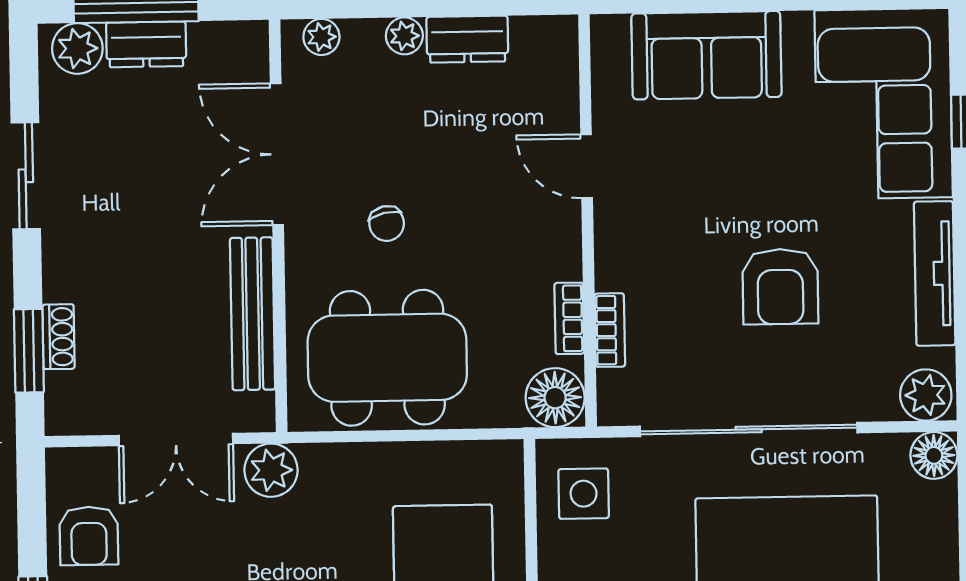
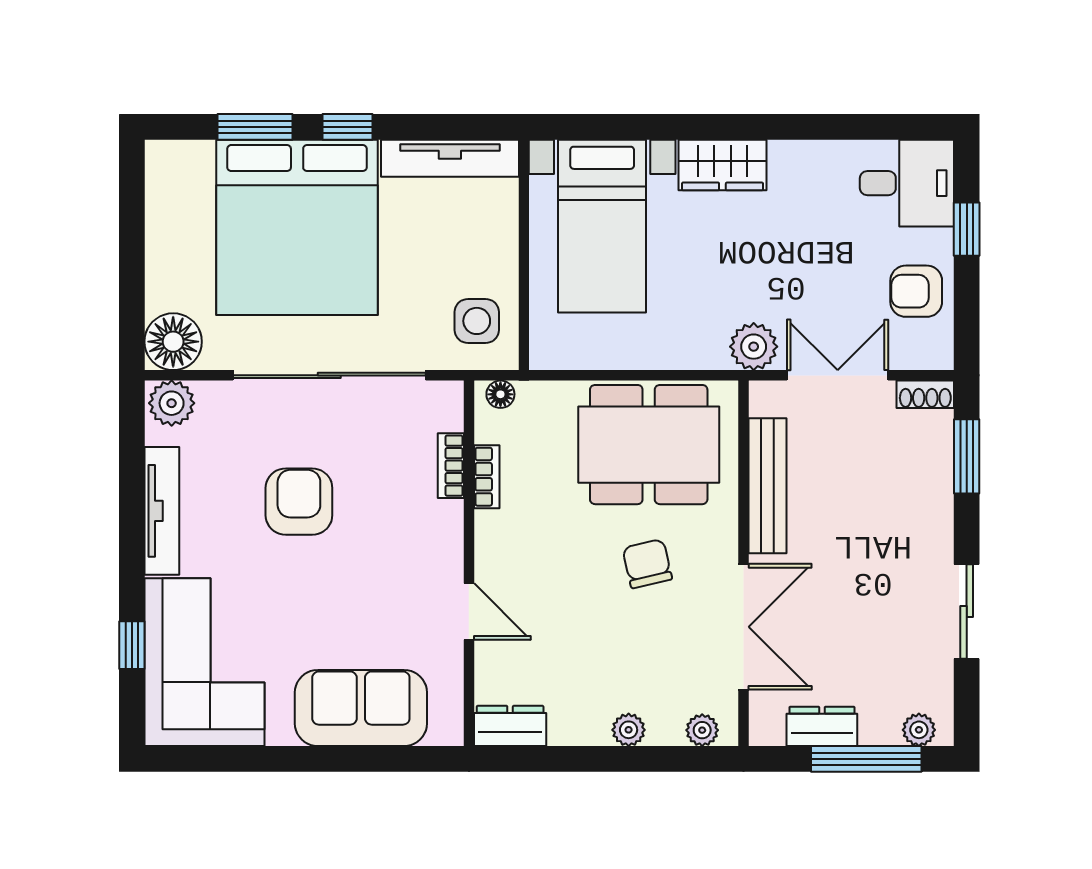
dresser: (467, 39) -> (510, 726), moved
dresser: (146, 44) -> (822, 726), moved
plant: (77, 48) -> (919, 730), width x0.73, depth x0.73
chair: (387, 224) -> (647, 564), width x1.37, depth x1.37
shoe rack: (59, 337) -> (925, 394), moved, turned -90
floor lamp: (555, 398) -> (500, 394), width x0.53, depth x0.53
floor lamp: (934, 455) -> (173, 342), width x1.38, depth x1.38
armchair: (89, 536) -> (916, 291), turned -90

